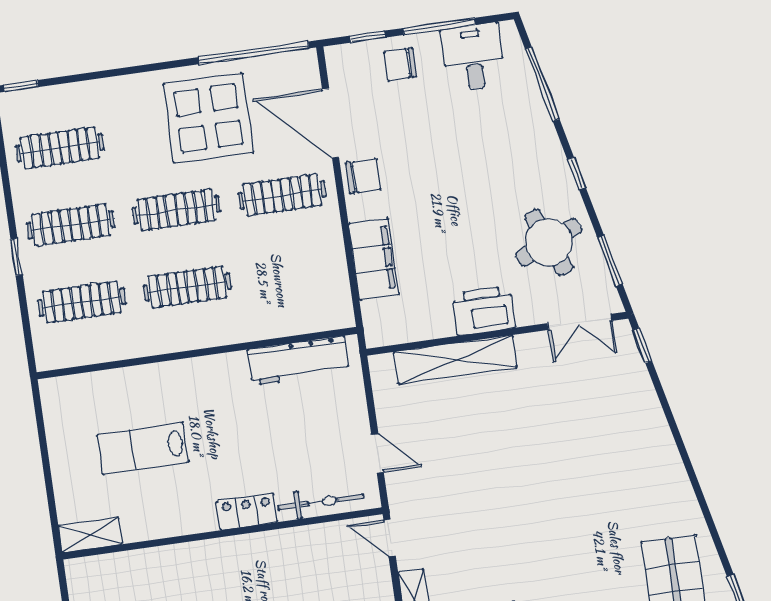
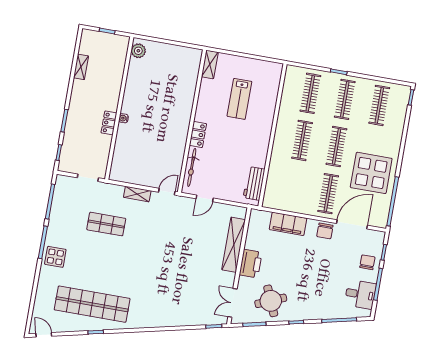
workbench: (298, 361) -> (254, 183), width x0.73
lab bench: (143, 448) -> (239, 99), turned 180

